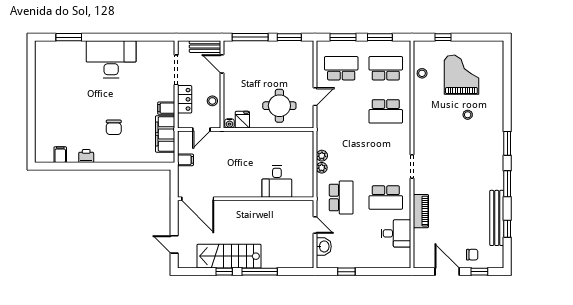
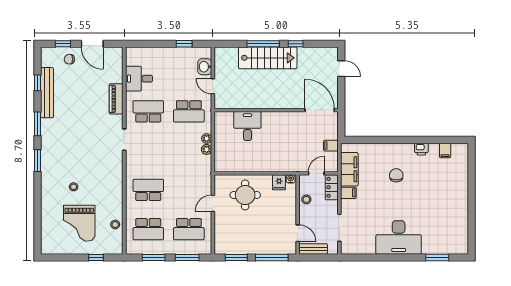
locker: (185, 99) -> (332, 187), moved
school desk: (341, 197) -> (189, 111), turned -90
stairs: (229, 256) -> (268, 58), moved

